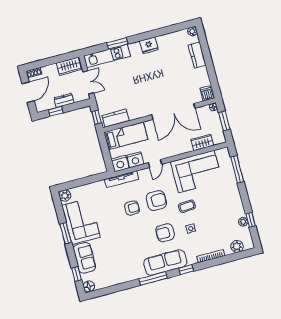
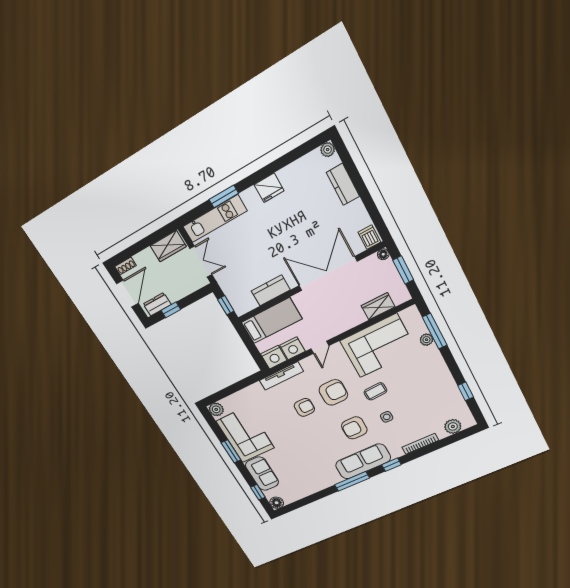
dresser: (64, 100) -> (157, 304), moved
double door: (173, 111) -> (328, 274), swing flipped
kitchen counter: (116, 118) -> (271, 290), moved
plant: (243, 222) -> (426, 340), moved

